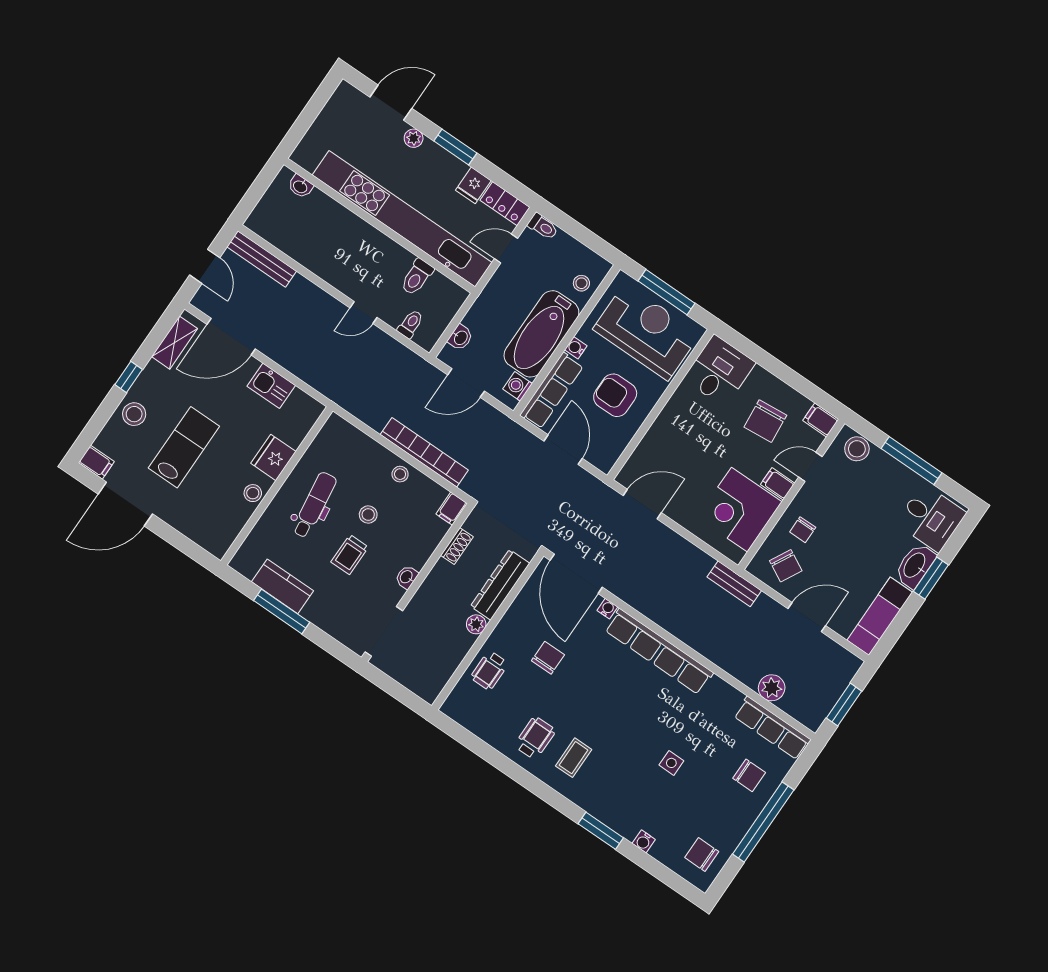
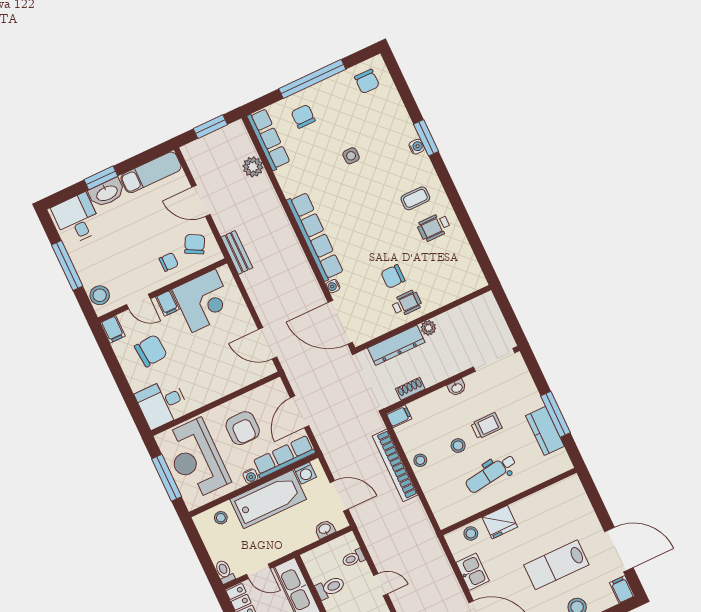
stool: (253, 493) -> (471, 533), moved
door: (576, 574) -> (340, 322), swing flipped
wheelchair: (489, 670) -> (407, 303), moved
water cooler: (644, 841) -> (417, 147), moved

